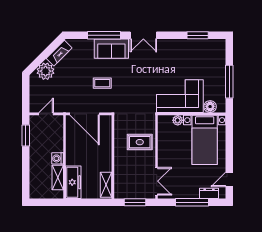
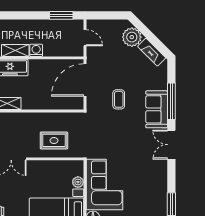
rug: (140, 142) -> (54, 140), turned 90

